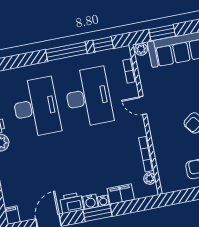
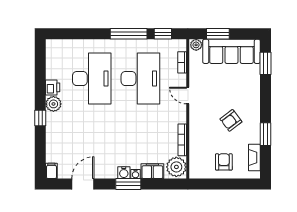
plant: (150, 178) -> (176, 167), width x1.87, depth x1.87
printer: (72, 203) -> (107, 170), removed

